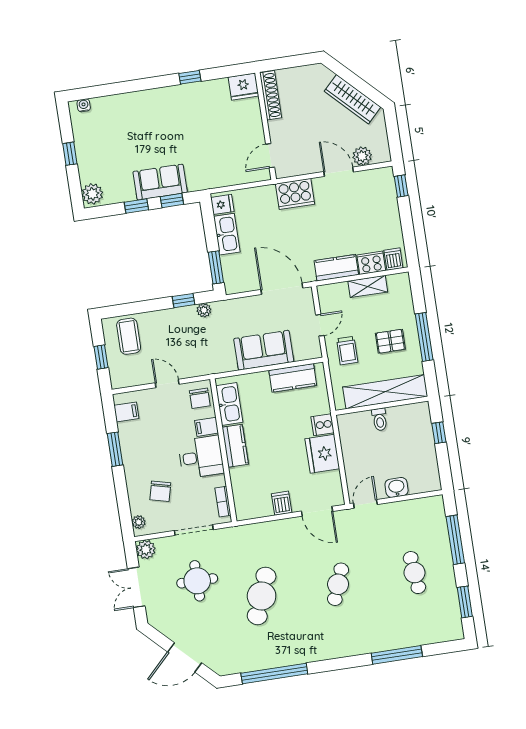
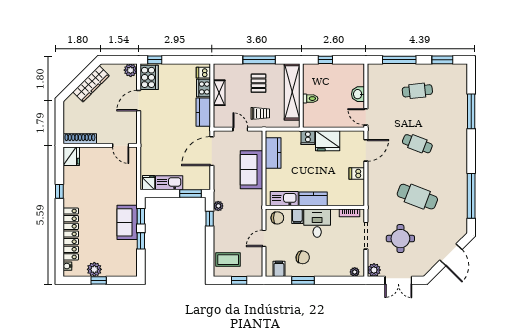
locker: (131, 103) -> (71, 234), added
plant: (362, 156) -> (131, 70), moved
plant: (92, 194) -> (94, 269), moved
cooker: (295, 194) -> (149, 77), moved
chair: (160, 491) -> (303, 257), moved

